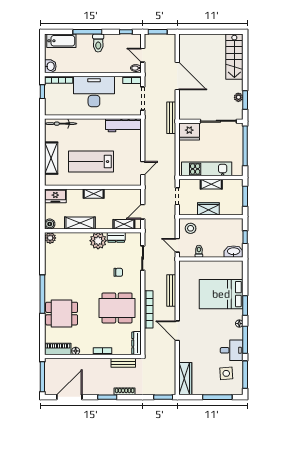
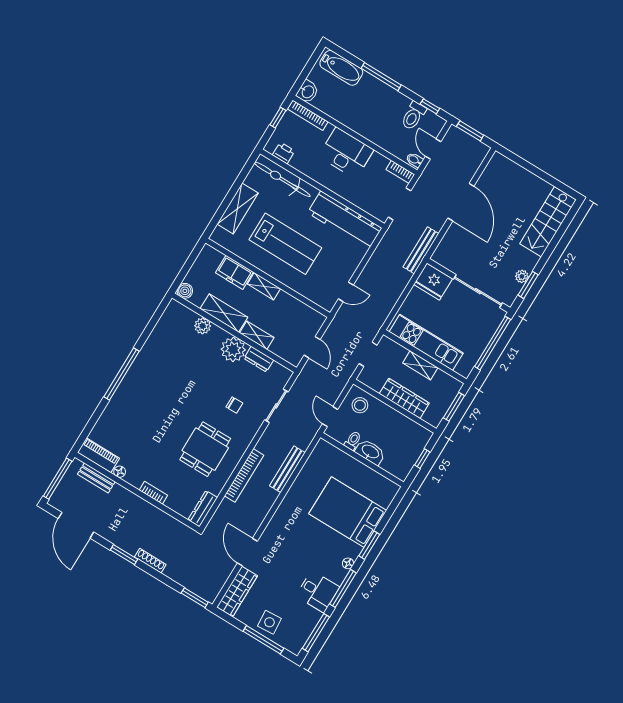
toilet: (98, 43) -> (413, 116), moved
desk: (94, 92) -> (346, 153), width x0.73, depth x0.77
printer: (58, 110) -> (284, 153), added
bicycle: (61, 124) -> (282, 179), width x1.37, depth x1.40
workbench: (123, 125) -> (345, 220), width x1.36, depth x1.32
lab bench: (91, 162) -> (285, 244), turned 180
freezer: (55, 196) -> (234, 272), moved
wardrobe: (208, 209) -> (404, 398), width x1.50
door: (143, 212) -> (312, 347), swing flipped
shelving: (124, 224) -> (257, 335), moved
plant: (50, 238) -> (203, 326), moved
washbasin: (234, 252) -> (370, 452), moved
dining table: (117, 308) -> (205, 449), width x0.73
dining table: (62, 314) -> (131, 413), removed
door: (177, 331) -> (247, 552), moved
bench: (123, 363) -> (96, 478), moved
side table: (226, 373) -> (269, 622), moved
door: (69, 397) -> (76, 525), swing flipped

